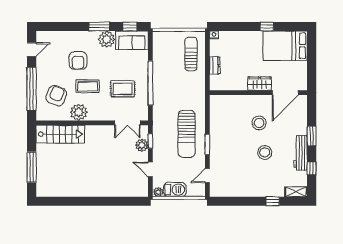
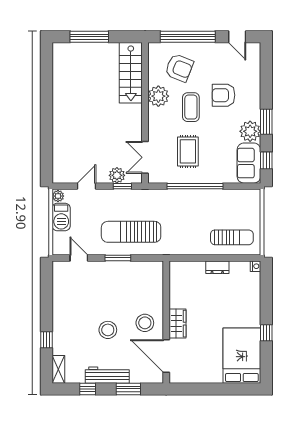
wardrobe: (260, 84) -> (177, 324), moved
wall: (258, 93) -> (166, 322), moved
door: (285, 93) -> (166, 356), moved

